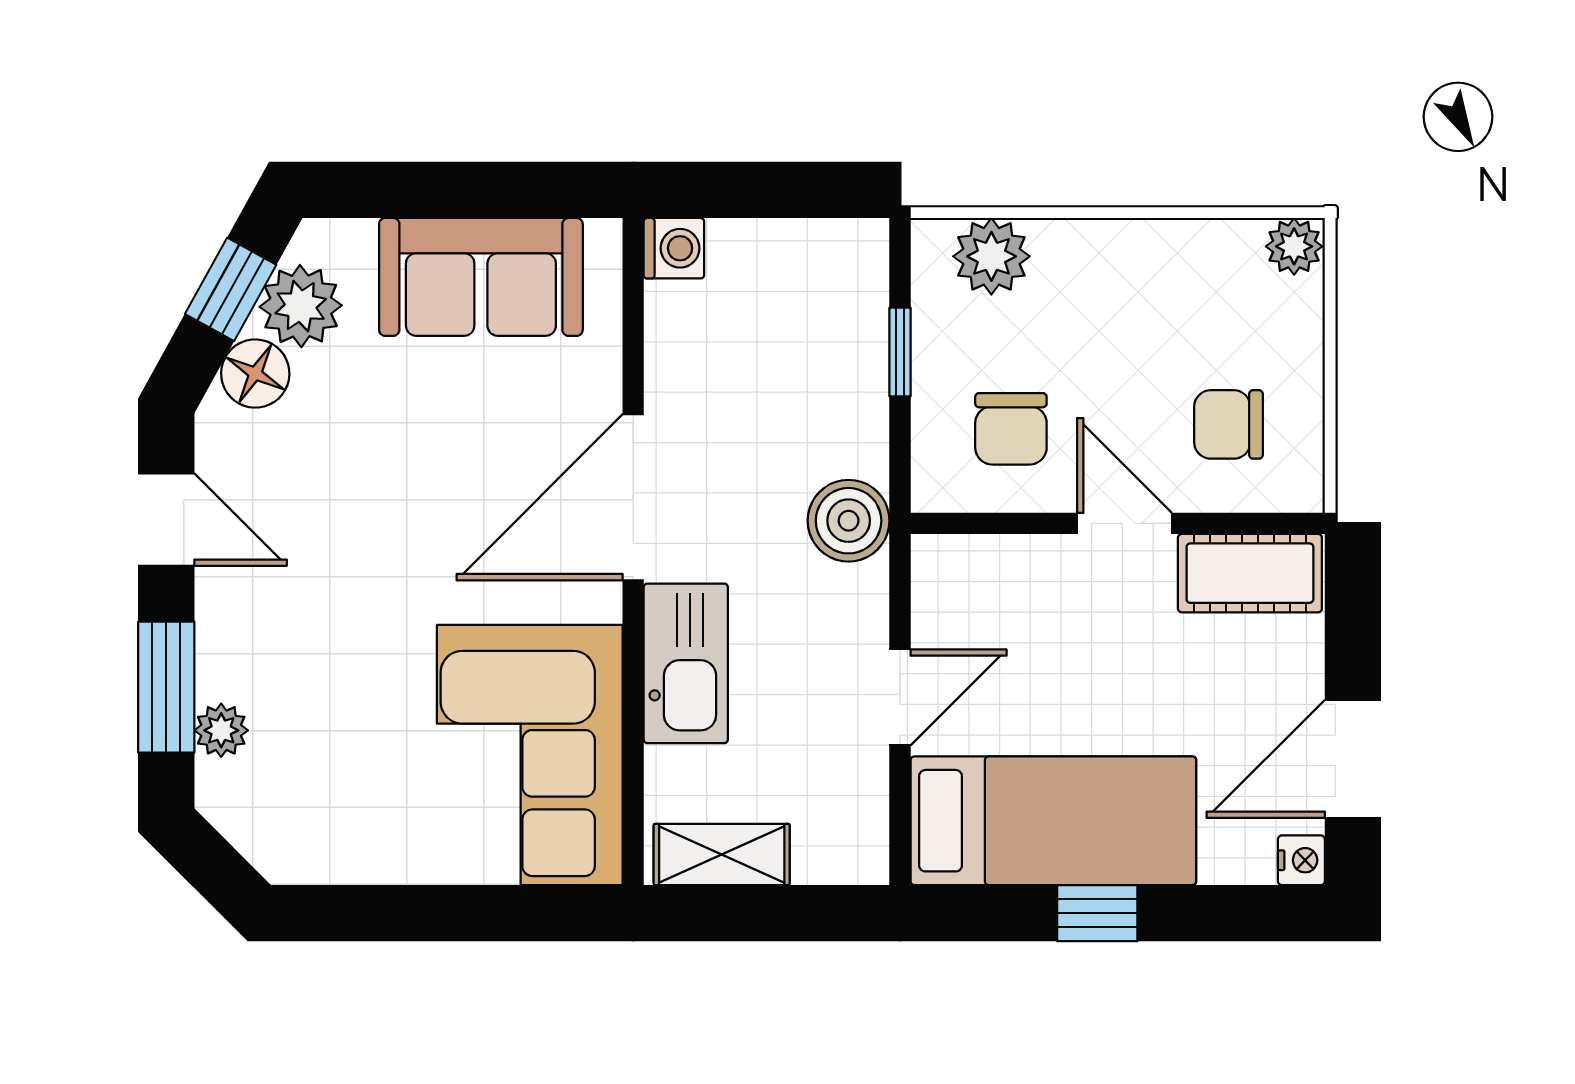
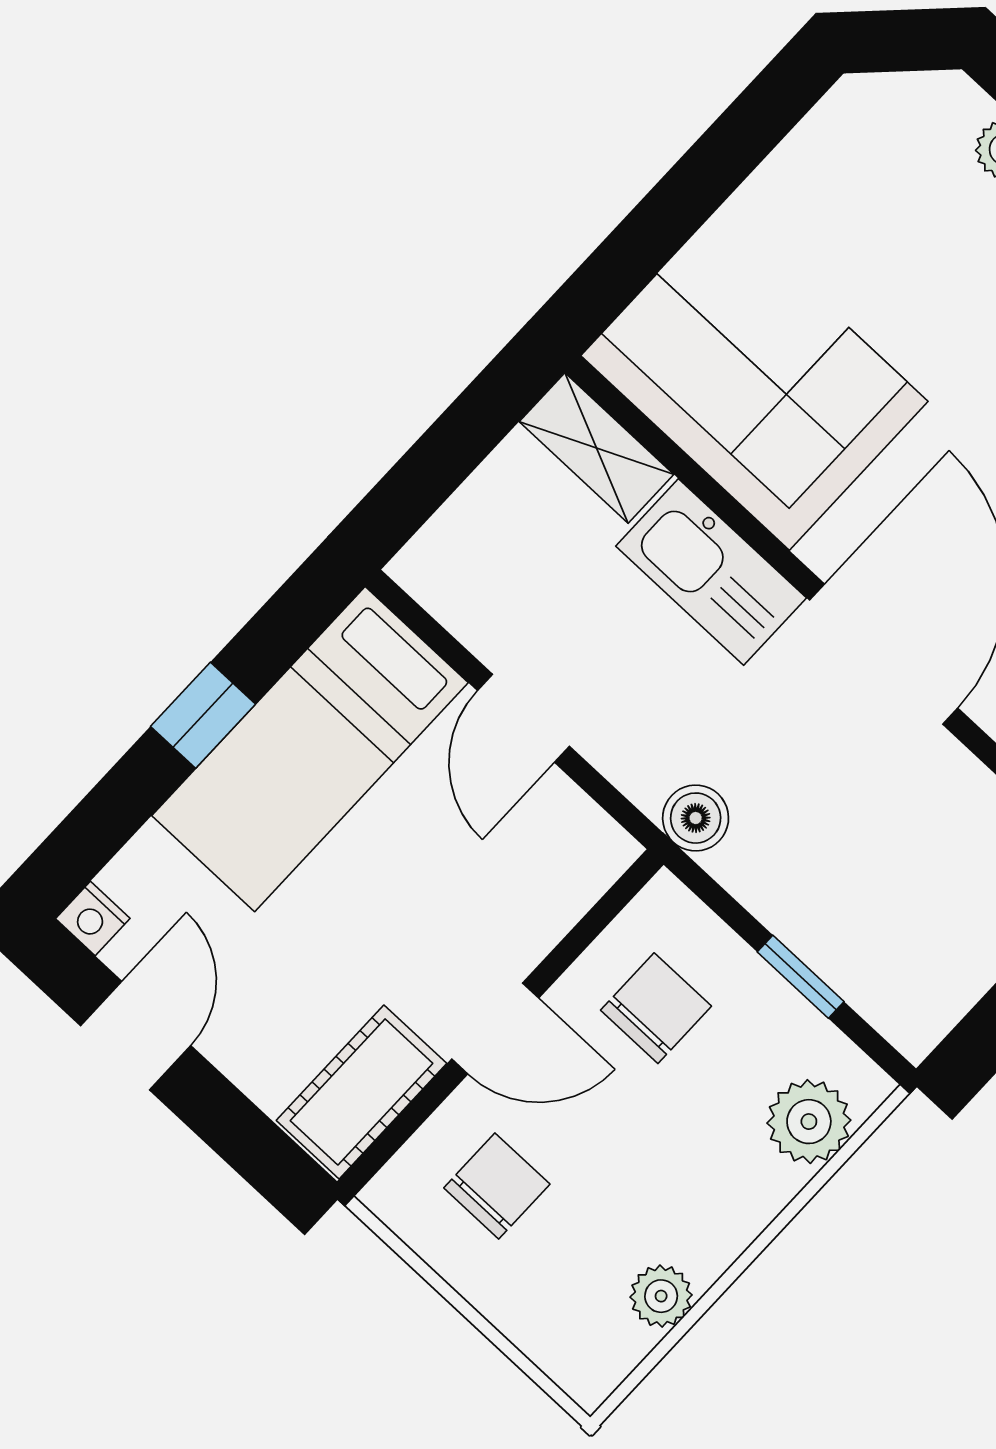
plant: (1294, 246) -> (661, 1296), moved
chair: (1011, 429) -> (656, 1008), turned 90
boiler: (849, 521) -> (696, 818), width x0.73, depth x0.73
door: (1353, 759) -> (136, 1036), width x0.73
shelving: (722, 854) -> (597, 448), moved, turned 90

